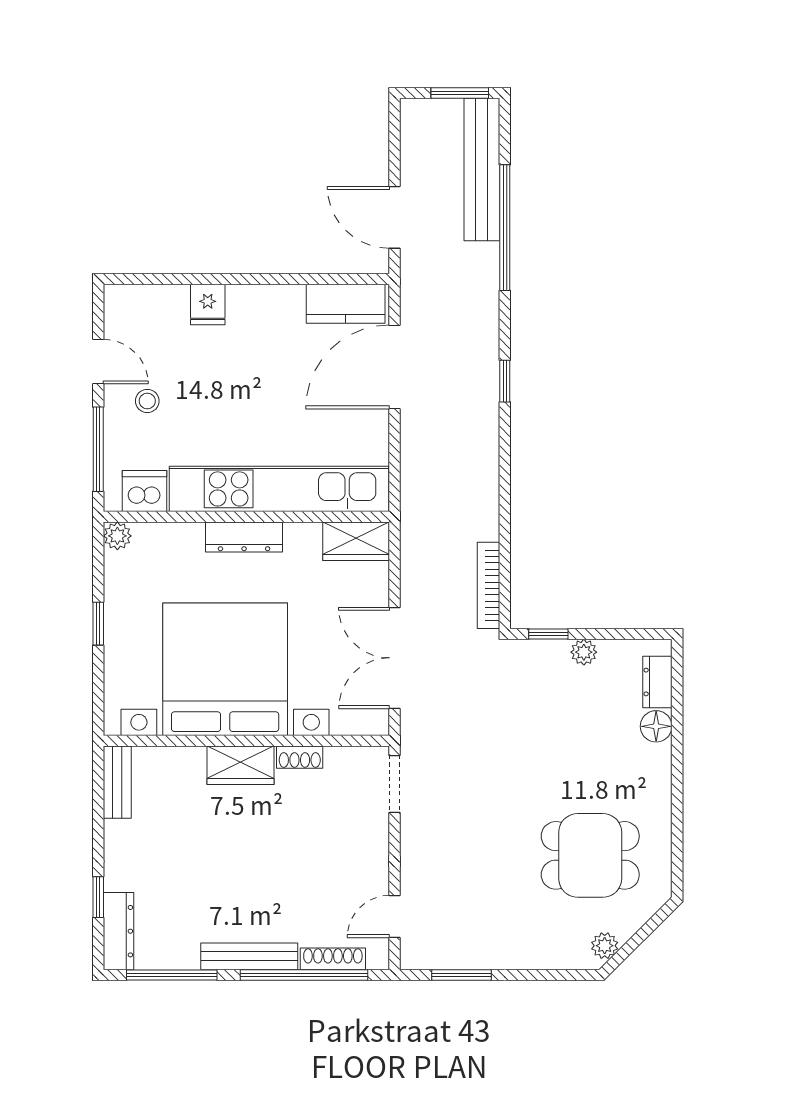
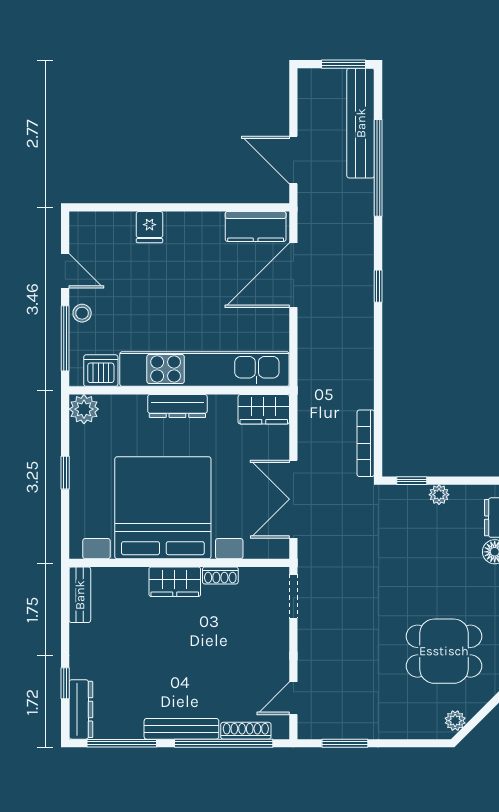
stool: (147, 401) -> (82, 313), moved
plant: (117, 536) -> (84, 409), width x1.38, depth x1.38

